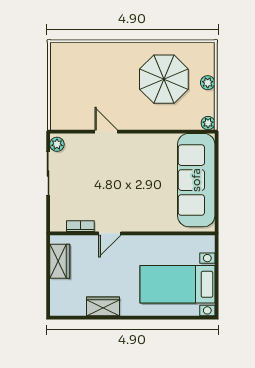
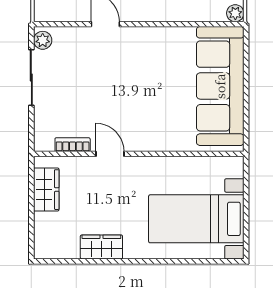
door: (110, 233) -> (110, 154), swing flipped

